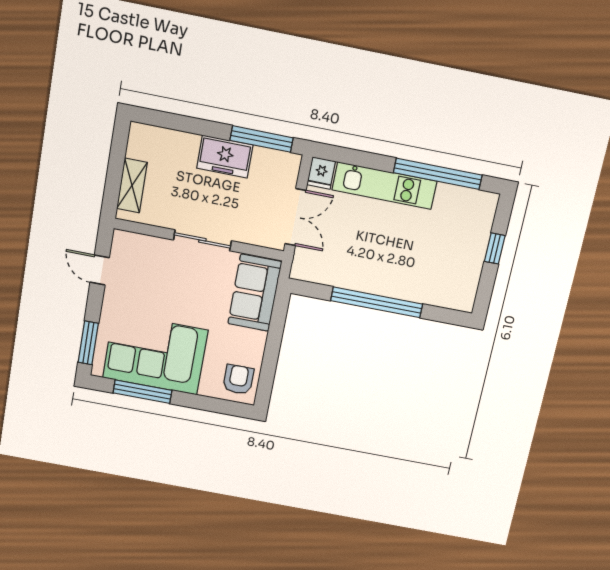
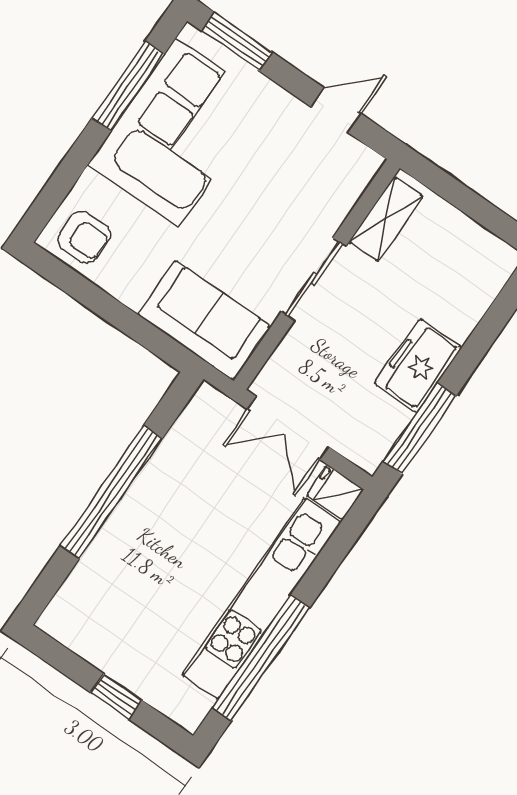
shelving: (132, 185) -> (386, 219), moved, turned 90
kitchen unit: (384, 186) -> (261, 598), width x1.36

